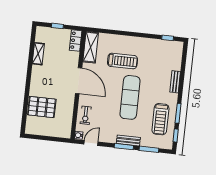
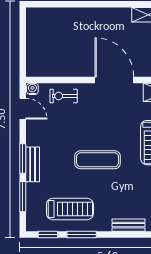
door: (79, 81) -> (114, 80), swing flipped
exercise mat: (130, 97) -> (98, 160), width x0.73, depth x0.69
pallet: (42, 107) -> (69, 29), removed
treadmill: (160, 119) -> (70, 209), turned 180

